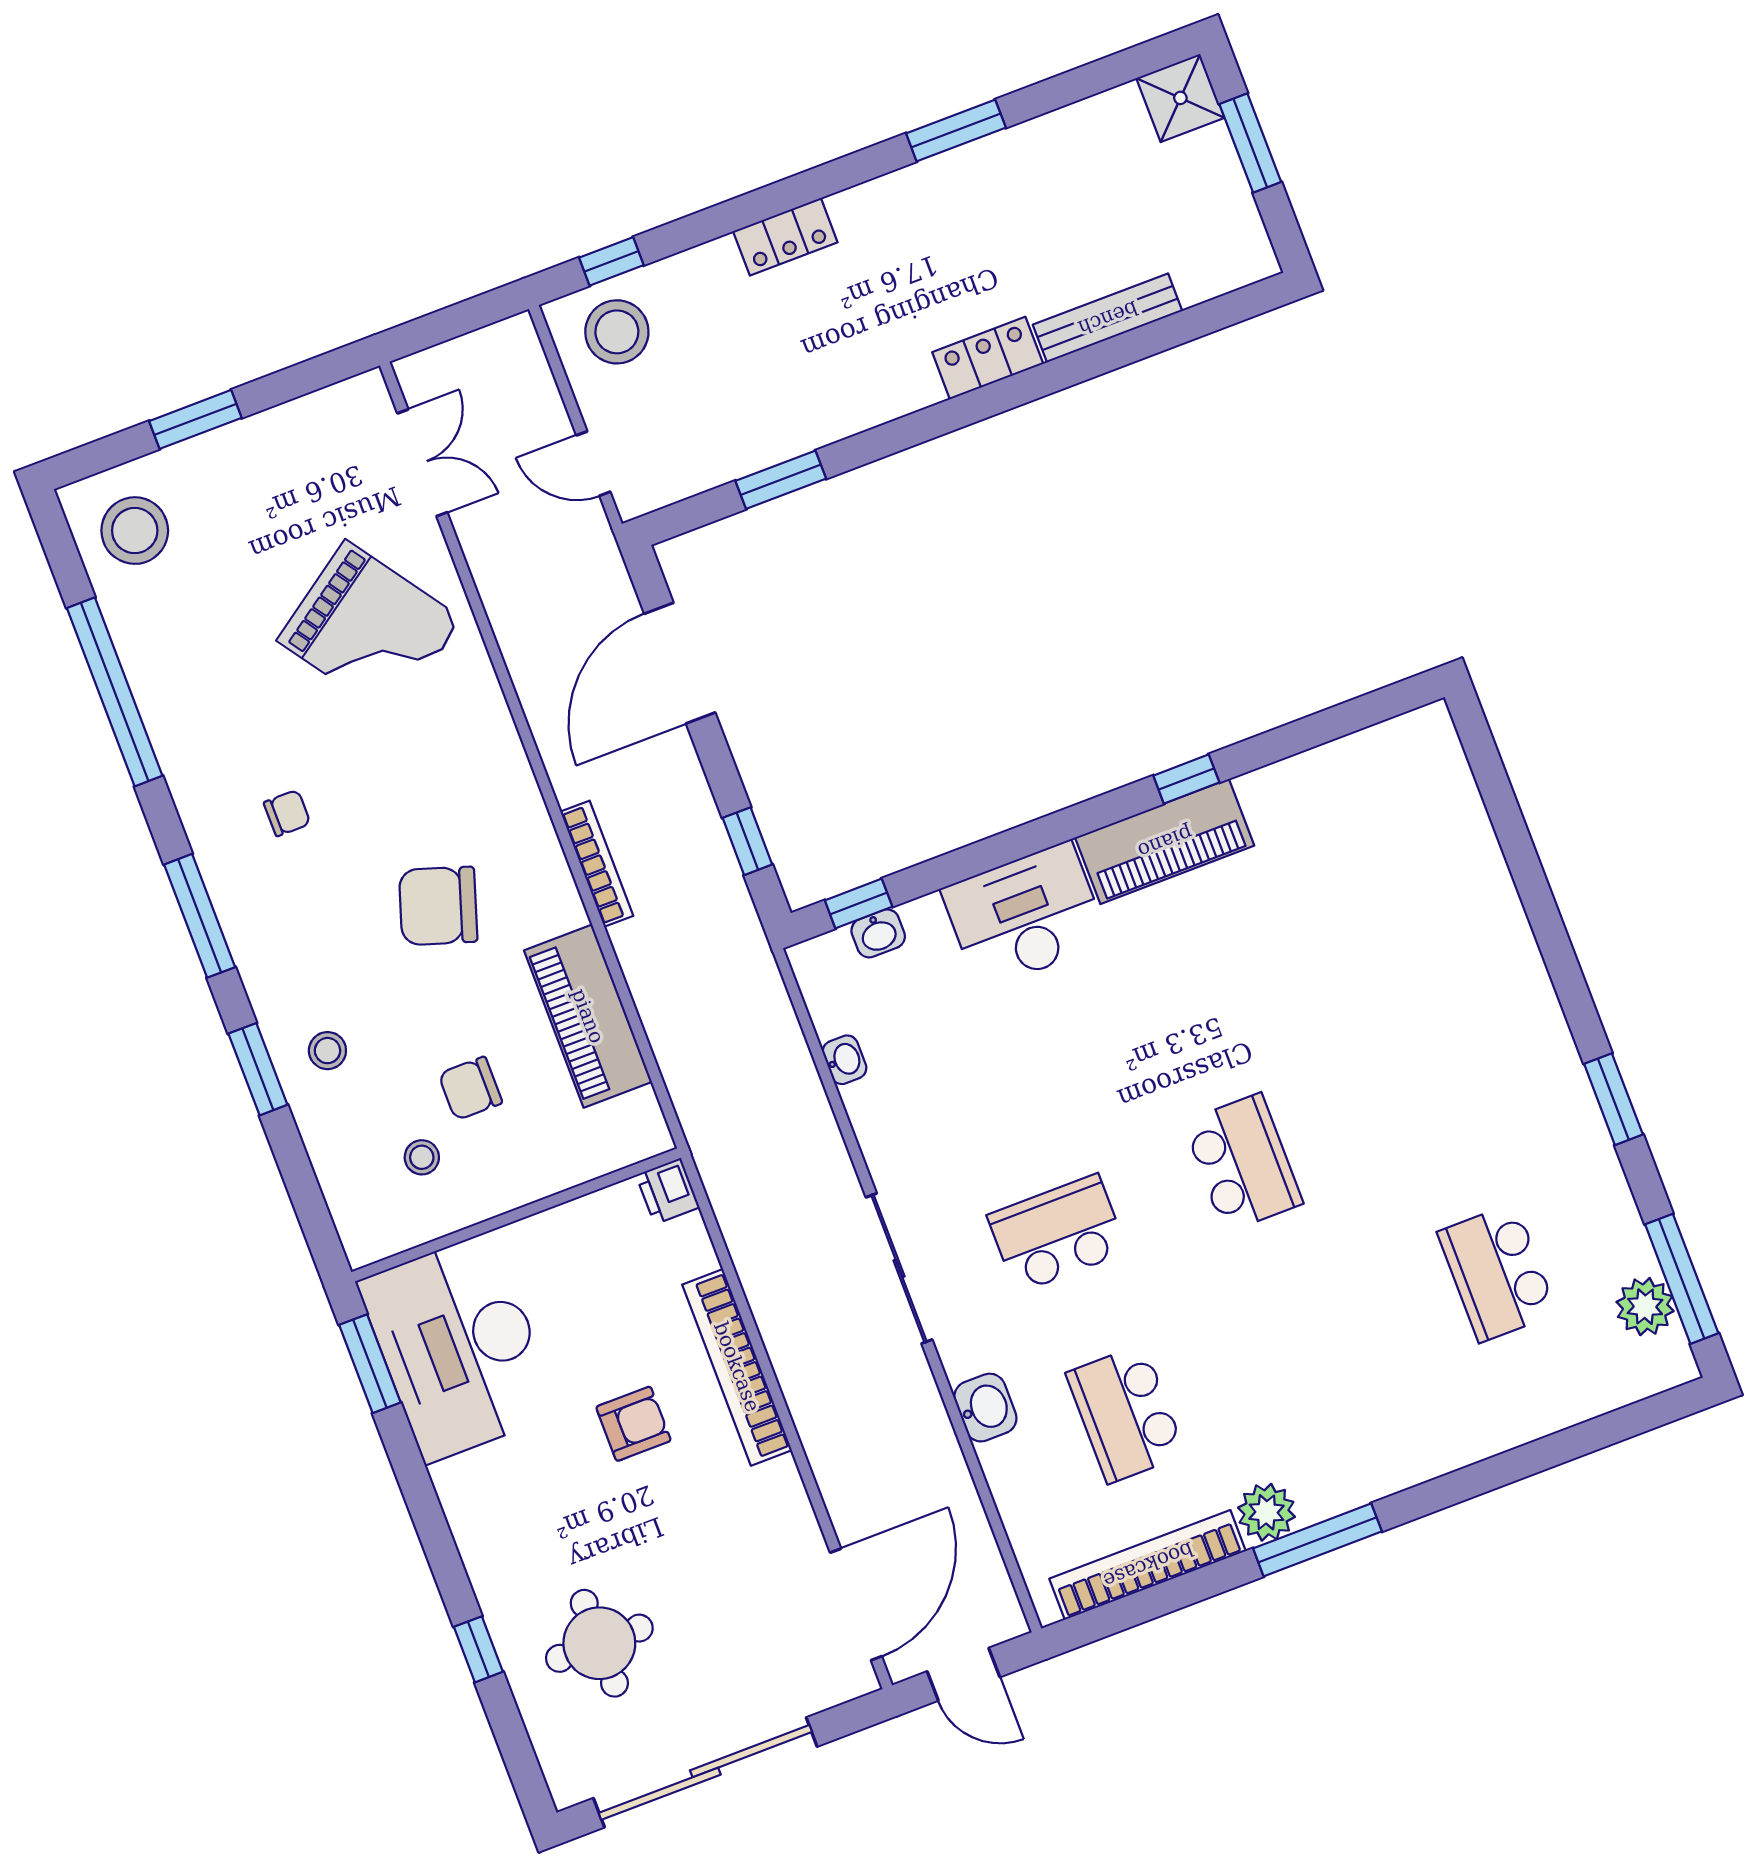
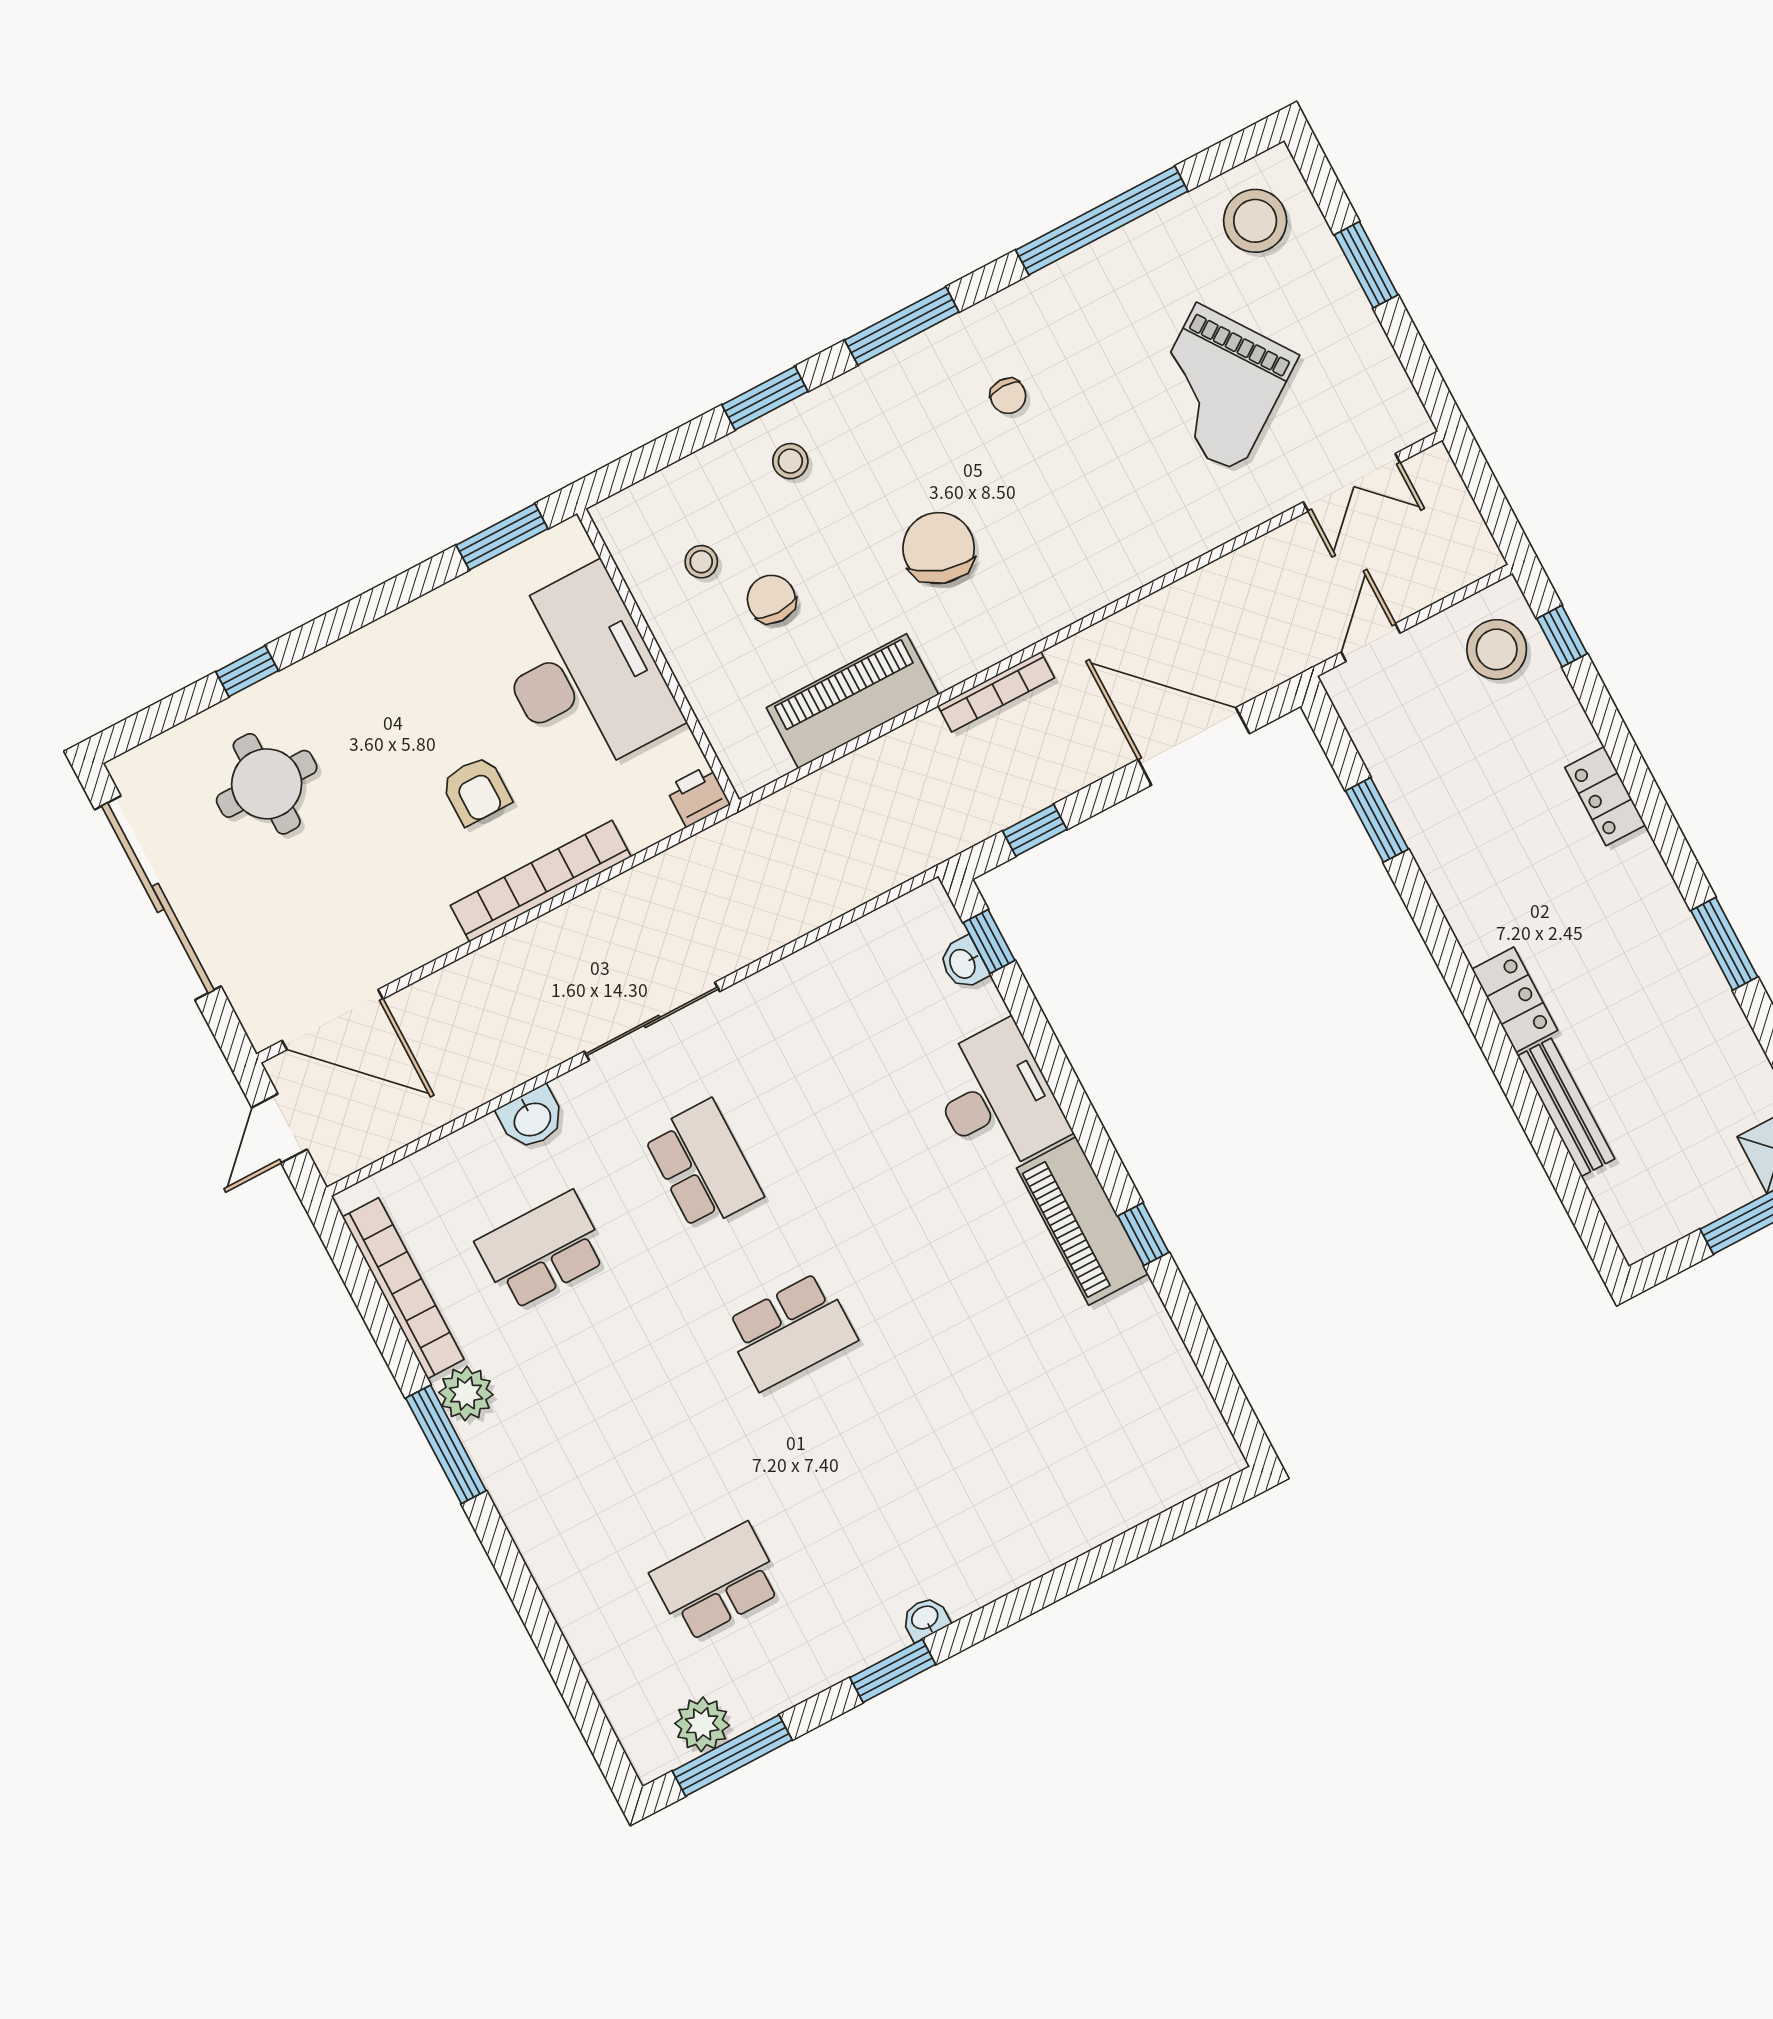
grand piano: (369, 630) -> (1217, 388), moved
washbasin: (844, 1060) -> (925, 1618), moved, turned 180
desk: (459, 1348) -> (583, 673), moved, turned 90

